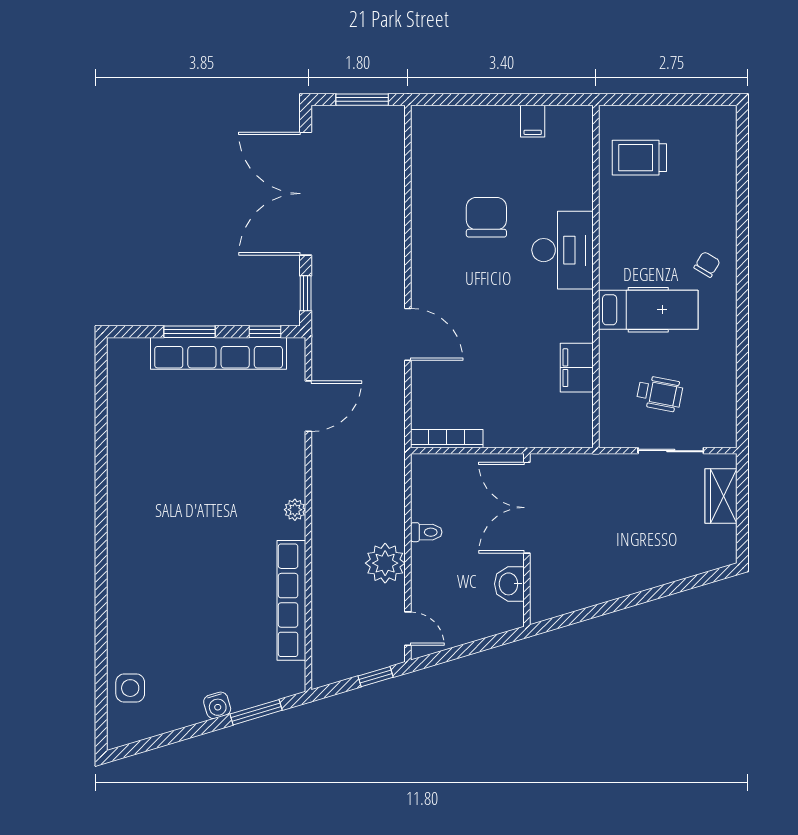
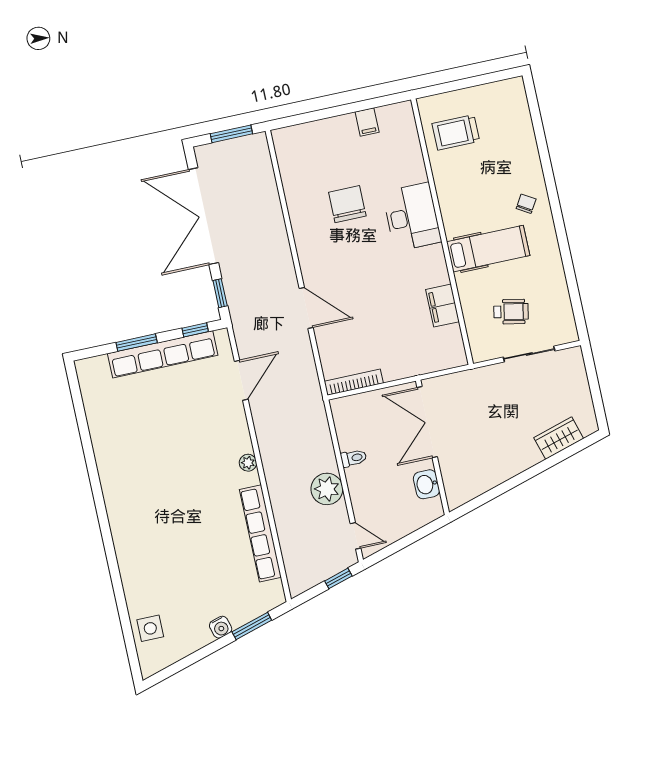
wardrobe: (721, 496) -> (559, 438), moved, turned 73

